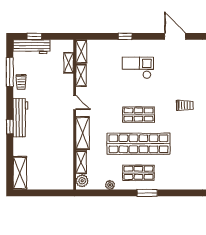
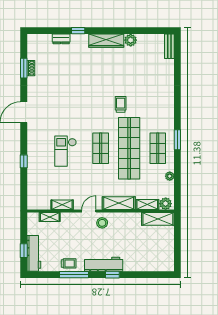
shelving: (81, 52) -> (39, 204), removed
checkout: (138, 68) -> (65, 151), moved
window: (10, 72) -> (74, 275), moved
trolley: (185, 105) -> (121, 104), moved
stool: (62, 116) -> (102, 223), added
shelving: (20, 173) -> (158, 219), moved

